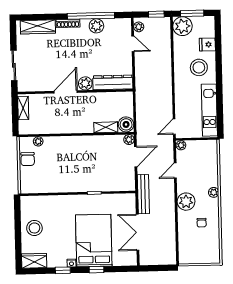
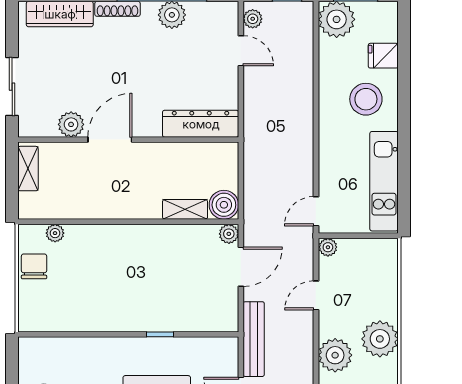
plant: (85, 83) -> (71, 124), moved
chair: (28, 159) -> (34, 266), turned 180
plant: (214, 192) -> (380, 339), width x1.87, depth x1.87

